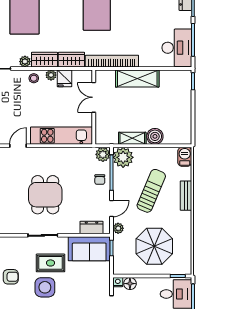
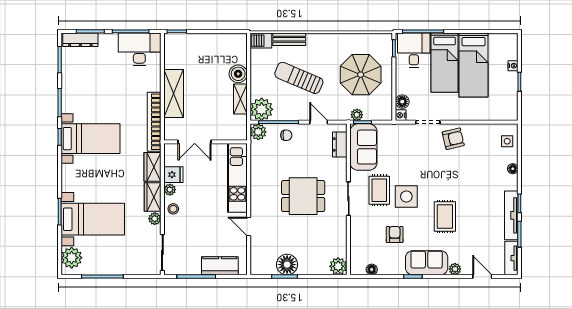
bench: (186, 196) -> (289, 39), moved
plant: (118, 228) -> (357, 115), moved

